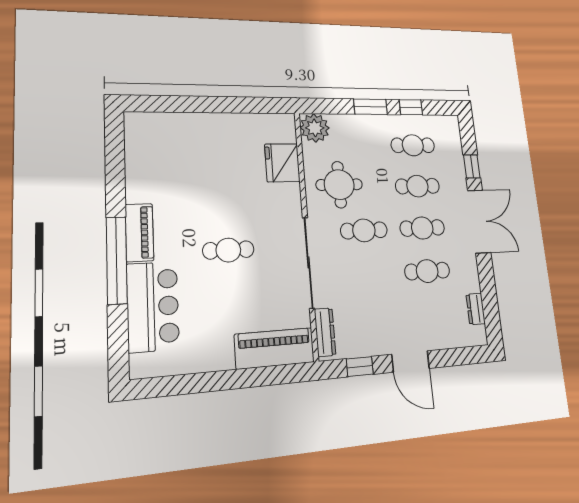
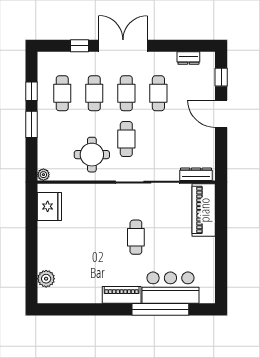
plant: (161, 124) -> (46, 279), added
plant: (315, 128) -> (43, 175), width x0.53, depth x0.53
fridge: (282, 163) -> (49, 206), moved, turned -90
window: (117, 260) -> (160, 309), moved
door: (411, 361) -> (221, 114), swing flipped
window: (360, 367) -> (221, 77), moved

